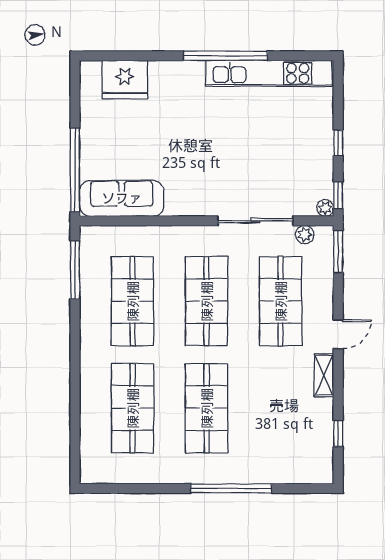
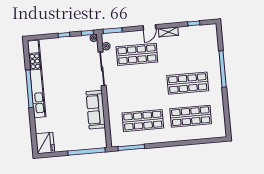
kitchen unit: (269, 73) -> (37, 79), width x1.36
fridge: (125, 79) -> (45, 143), moved
sofa: (122, 198) -> (96, 110), moved
shop shelf: (207, 301) -> (140, 87), removed
door: (338, 334) -> (149, 27), swing flipped

